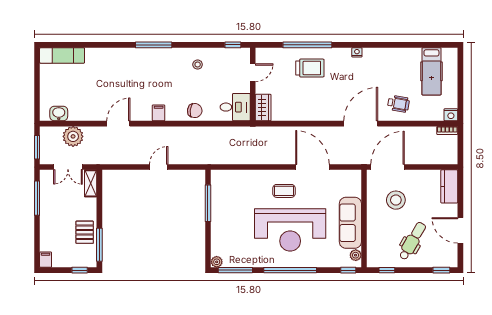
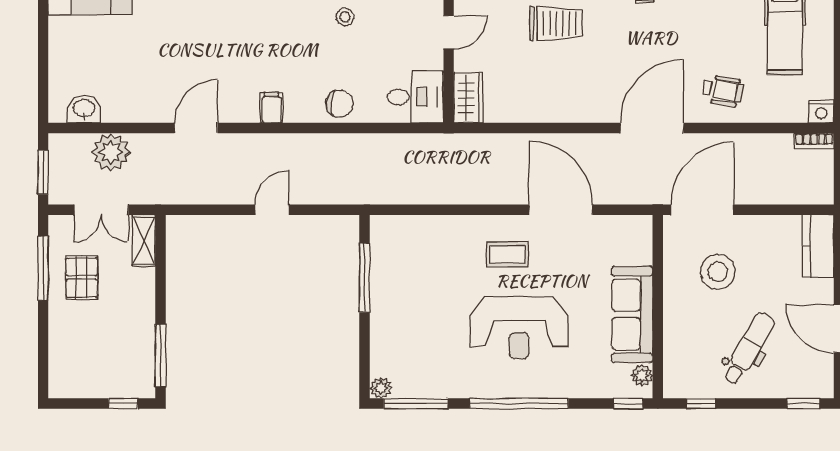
reception desk: (290, 230) -> (519, 328), width x0.74, depth x0.77
pallet: (85, 232) -> (82, 277), moved
filing cabinet: (46, 260) -> (59, 384), removed

